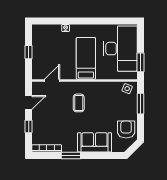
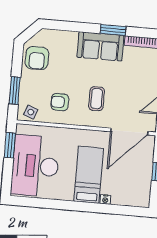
bed: (86, 58) -> (89, 175), moved, turned 180
door: (52, 80) -> (129, 132), width x1.87
armchair: (106, 98) -> (60, 102), added
sofa: (95, 142) -> (100, 46), moved

